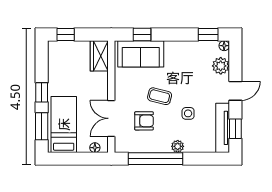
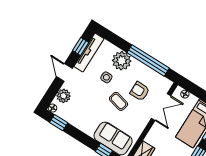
door: (235, 91) -> (64, 72), hinge flipped
plant: (178, 146) -> (122, 61), width x1.88, depth x1.88

